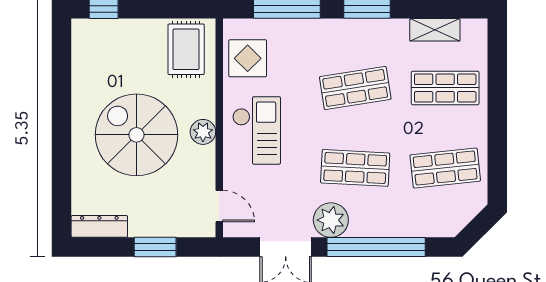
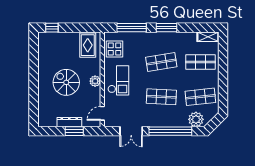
shelving: (435, 30) -> (208, 37), moved
spiral stairs: (136, 135) -> (66, 82), width x0.73, depth x0.73
door: (219, 206) -> (102, 113), swing flipped
plant: (331, 220) -> (196, 119), moved
dresser: (99, 226) -> (69, 122), moved

